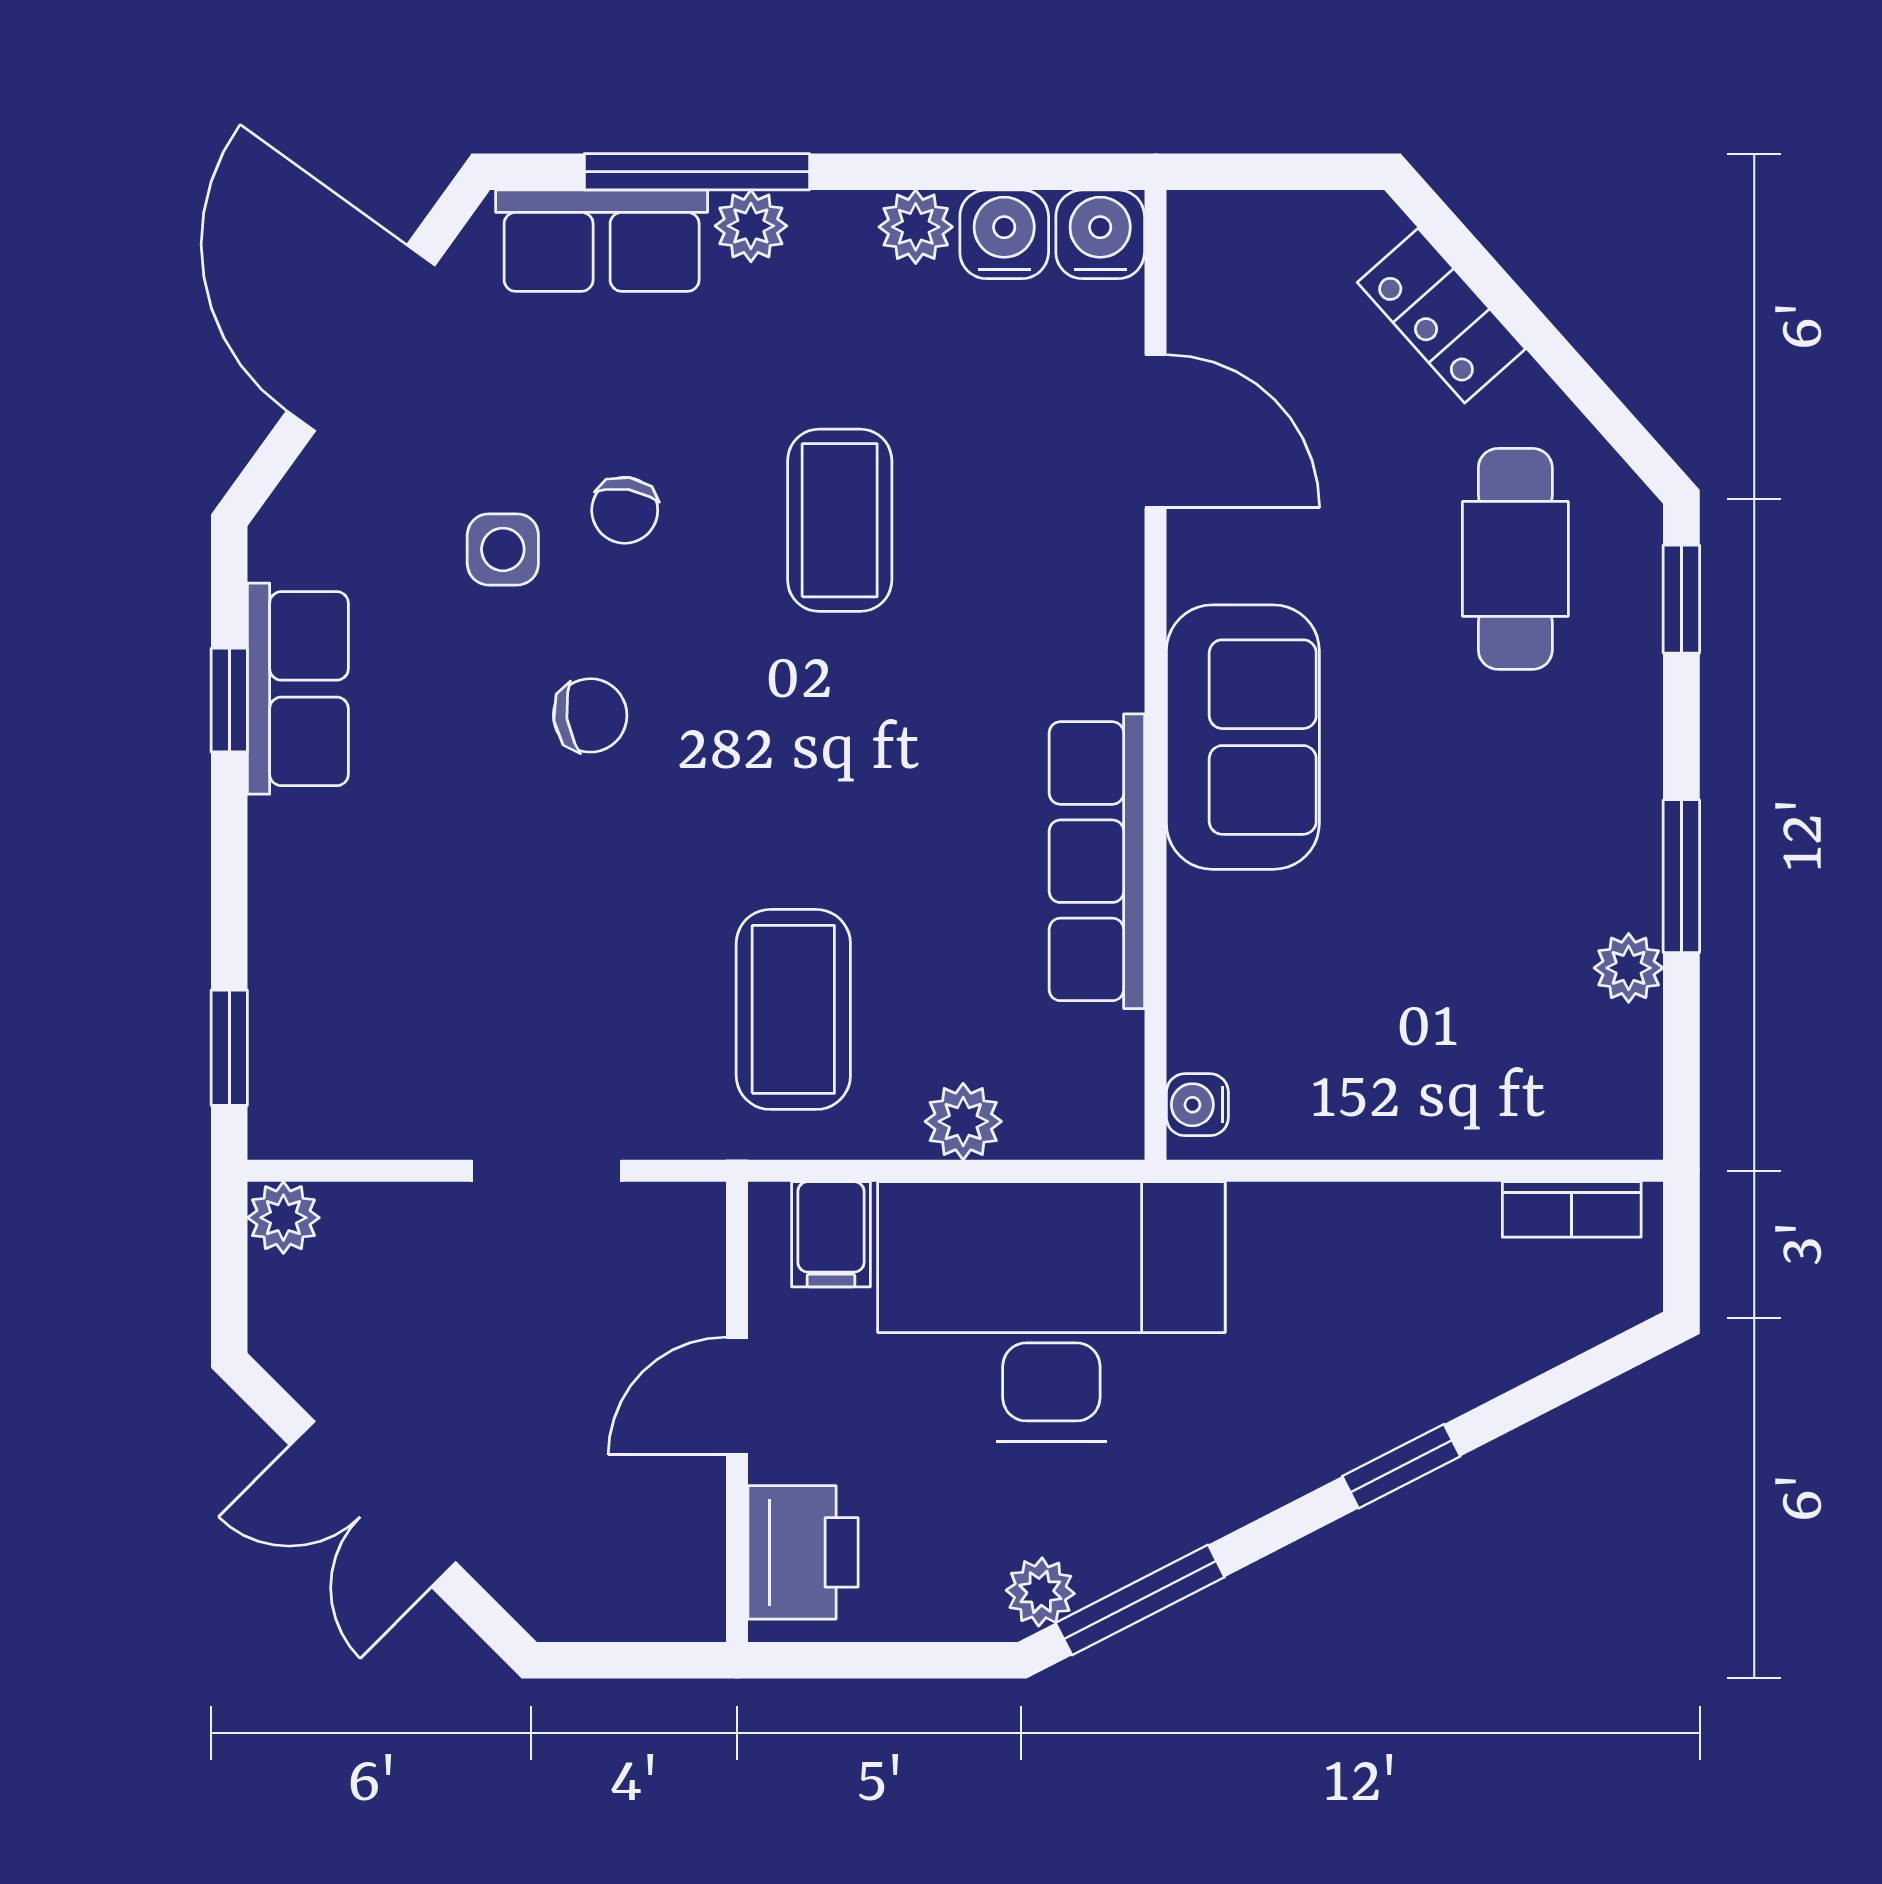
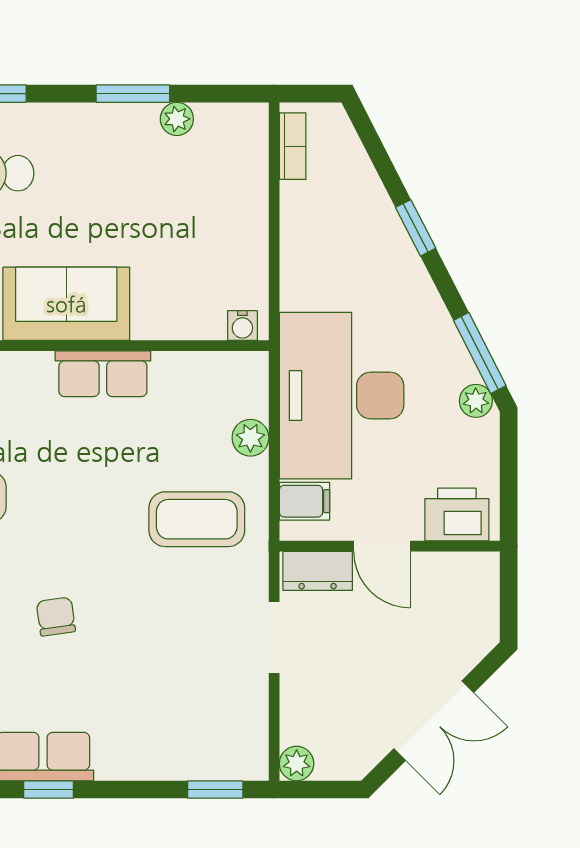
row of seats: (1097, 861) -> (103, 374), width x0.68
dresser: (685, 1262) -> (318, 571), added

